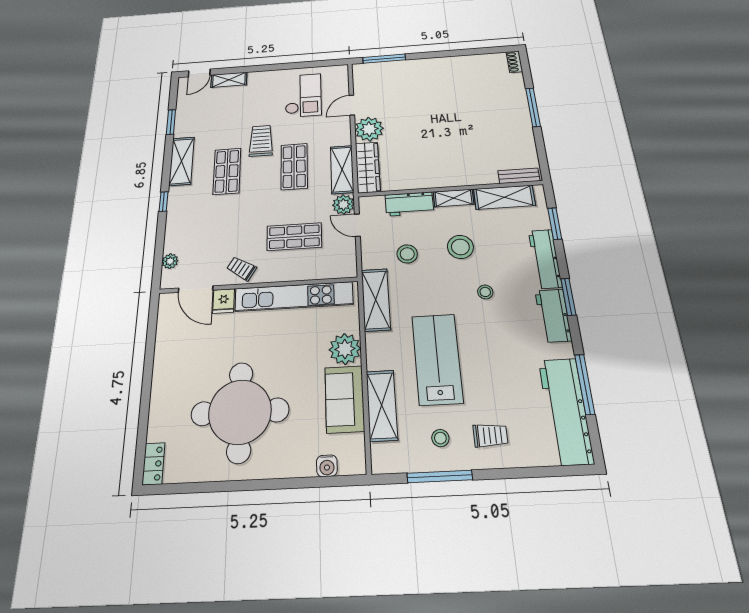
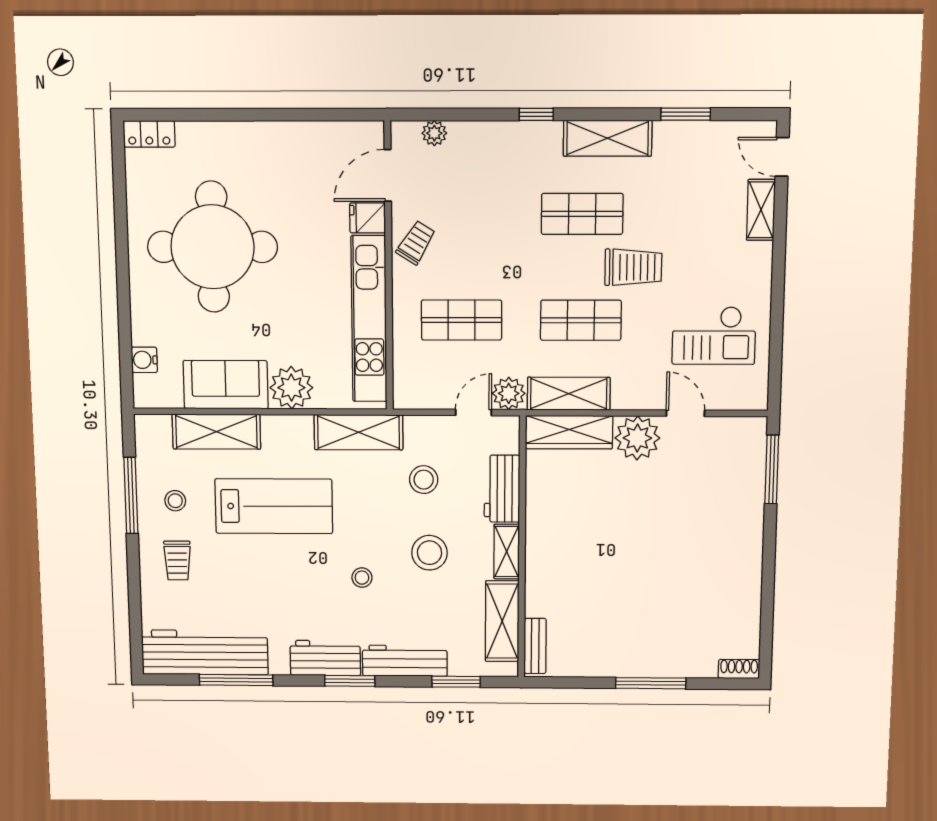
shop shelf: (294, 237) -> (462, 320), turned 90

